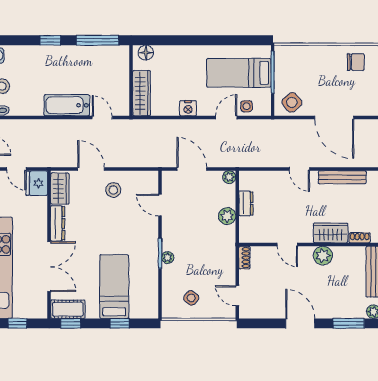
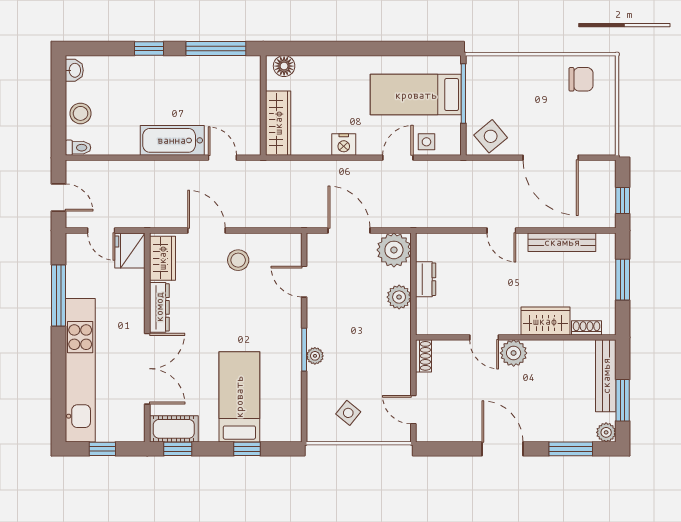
plant: (229, 177) -> (394, 250), width x1.88, depth x1.88
plant: (323, 256) -> (514, 353), moved

